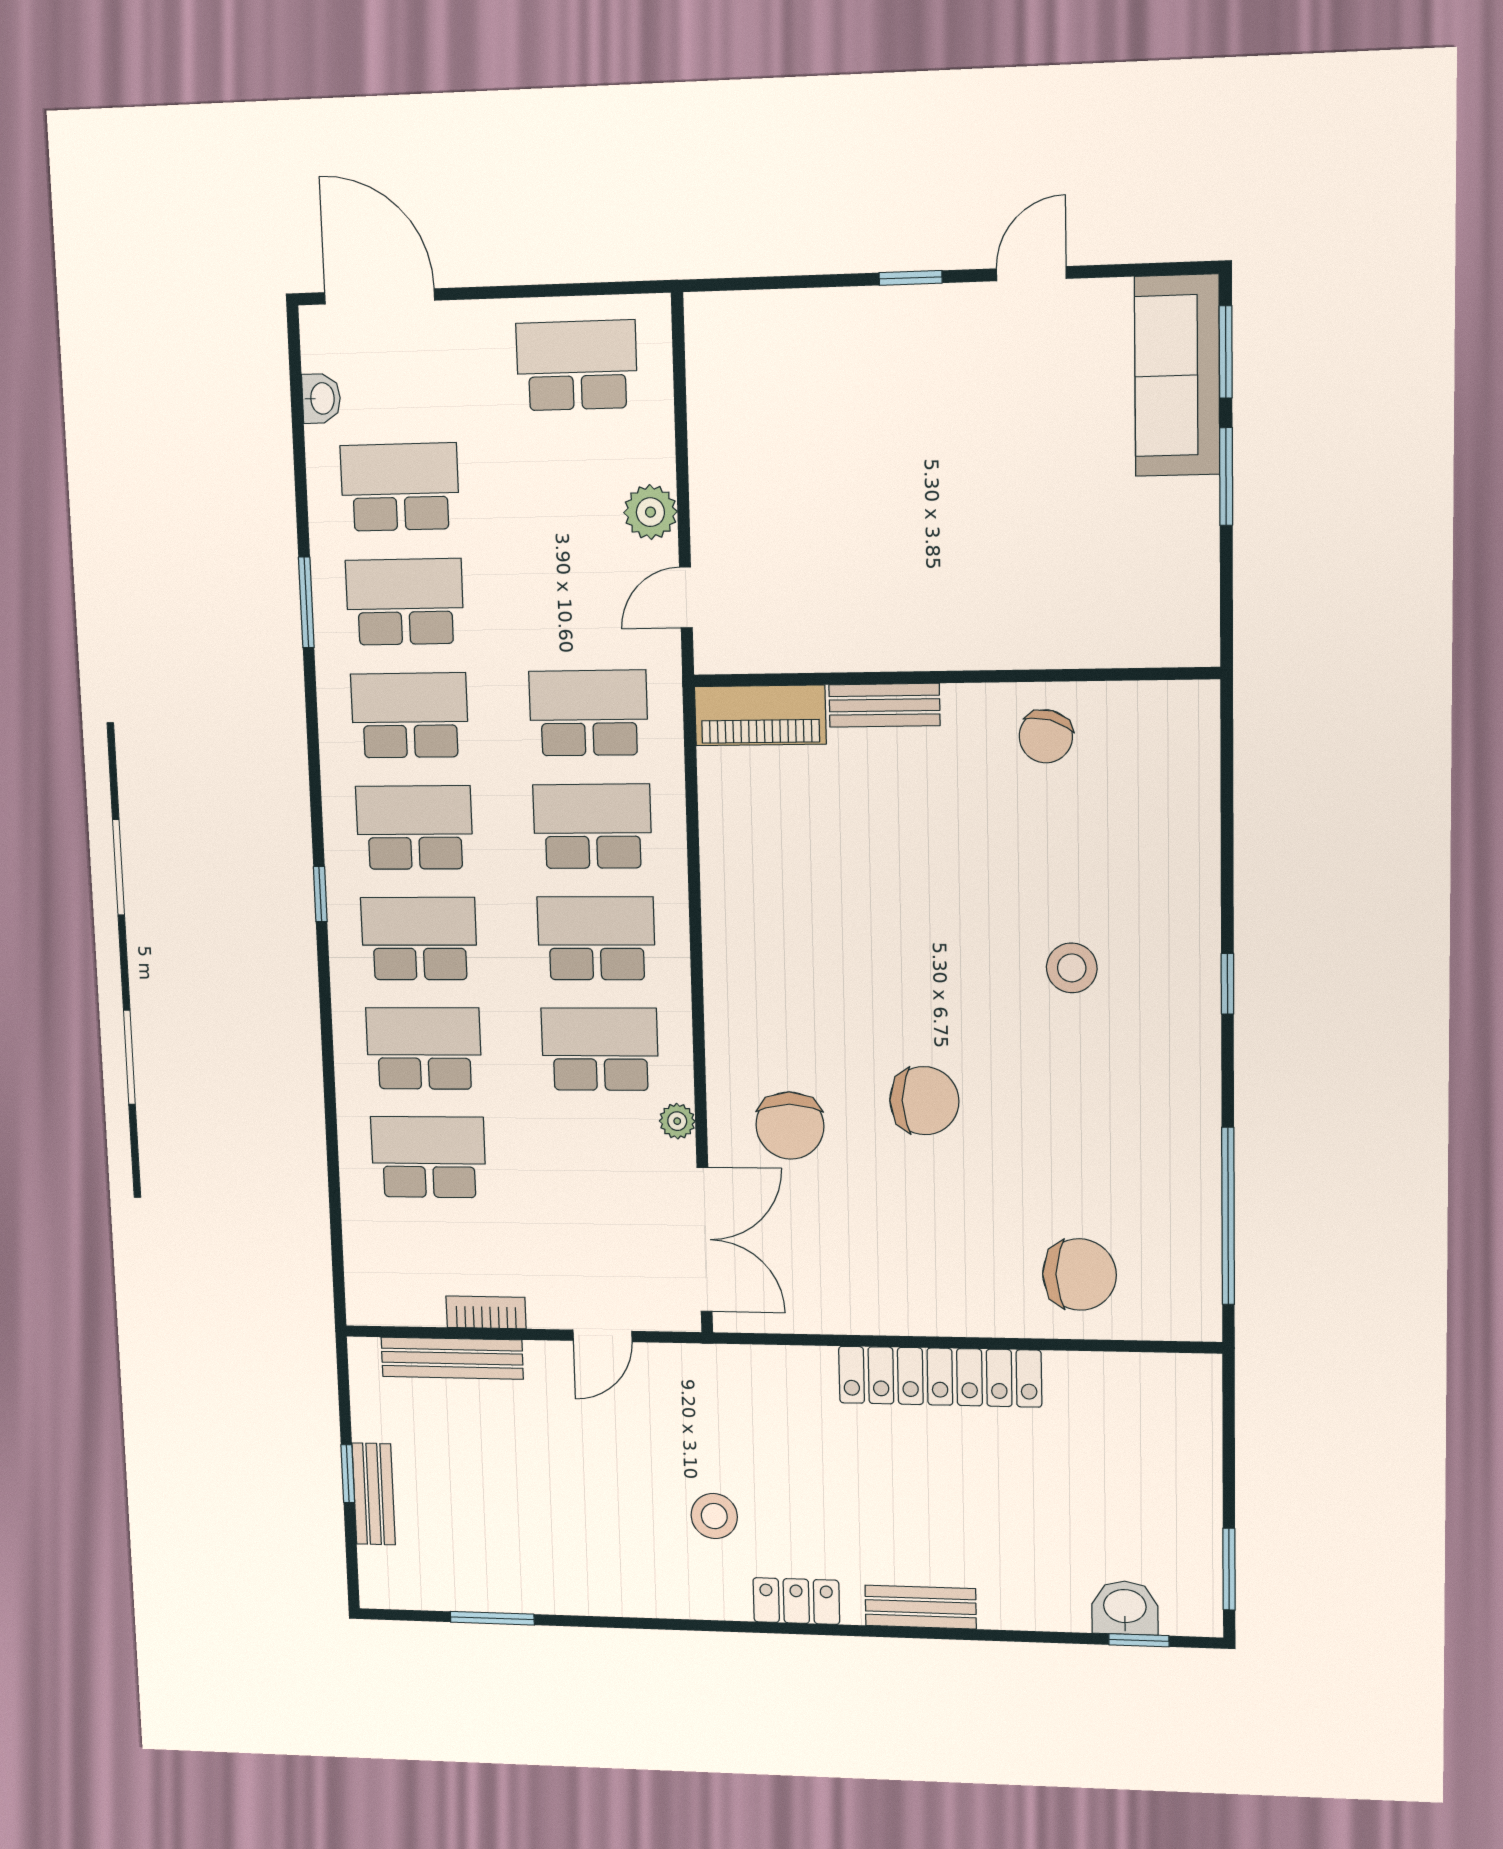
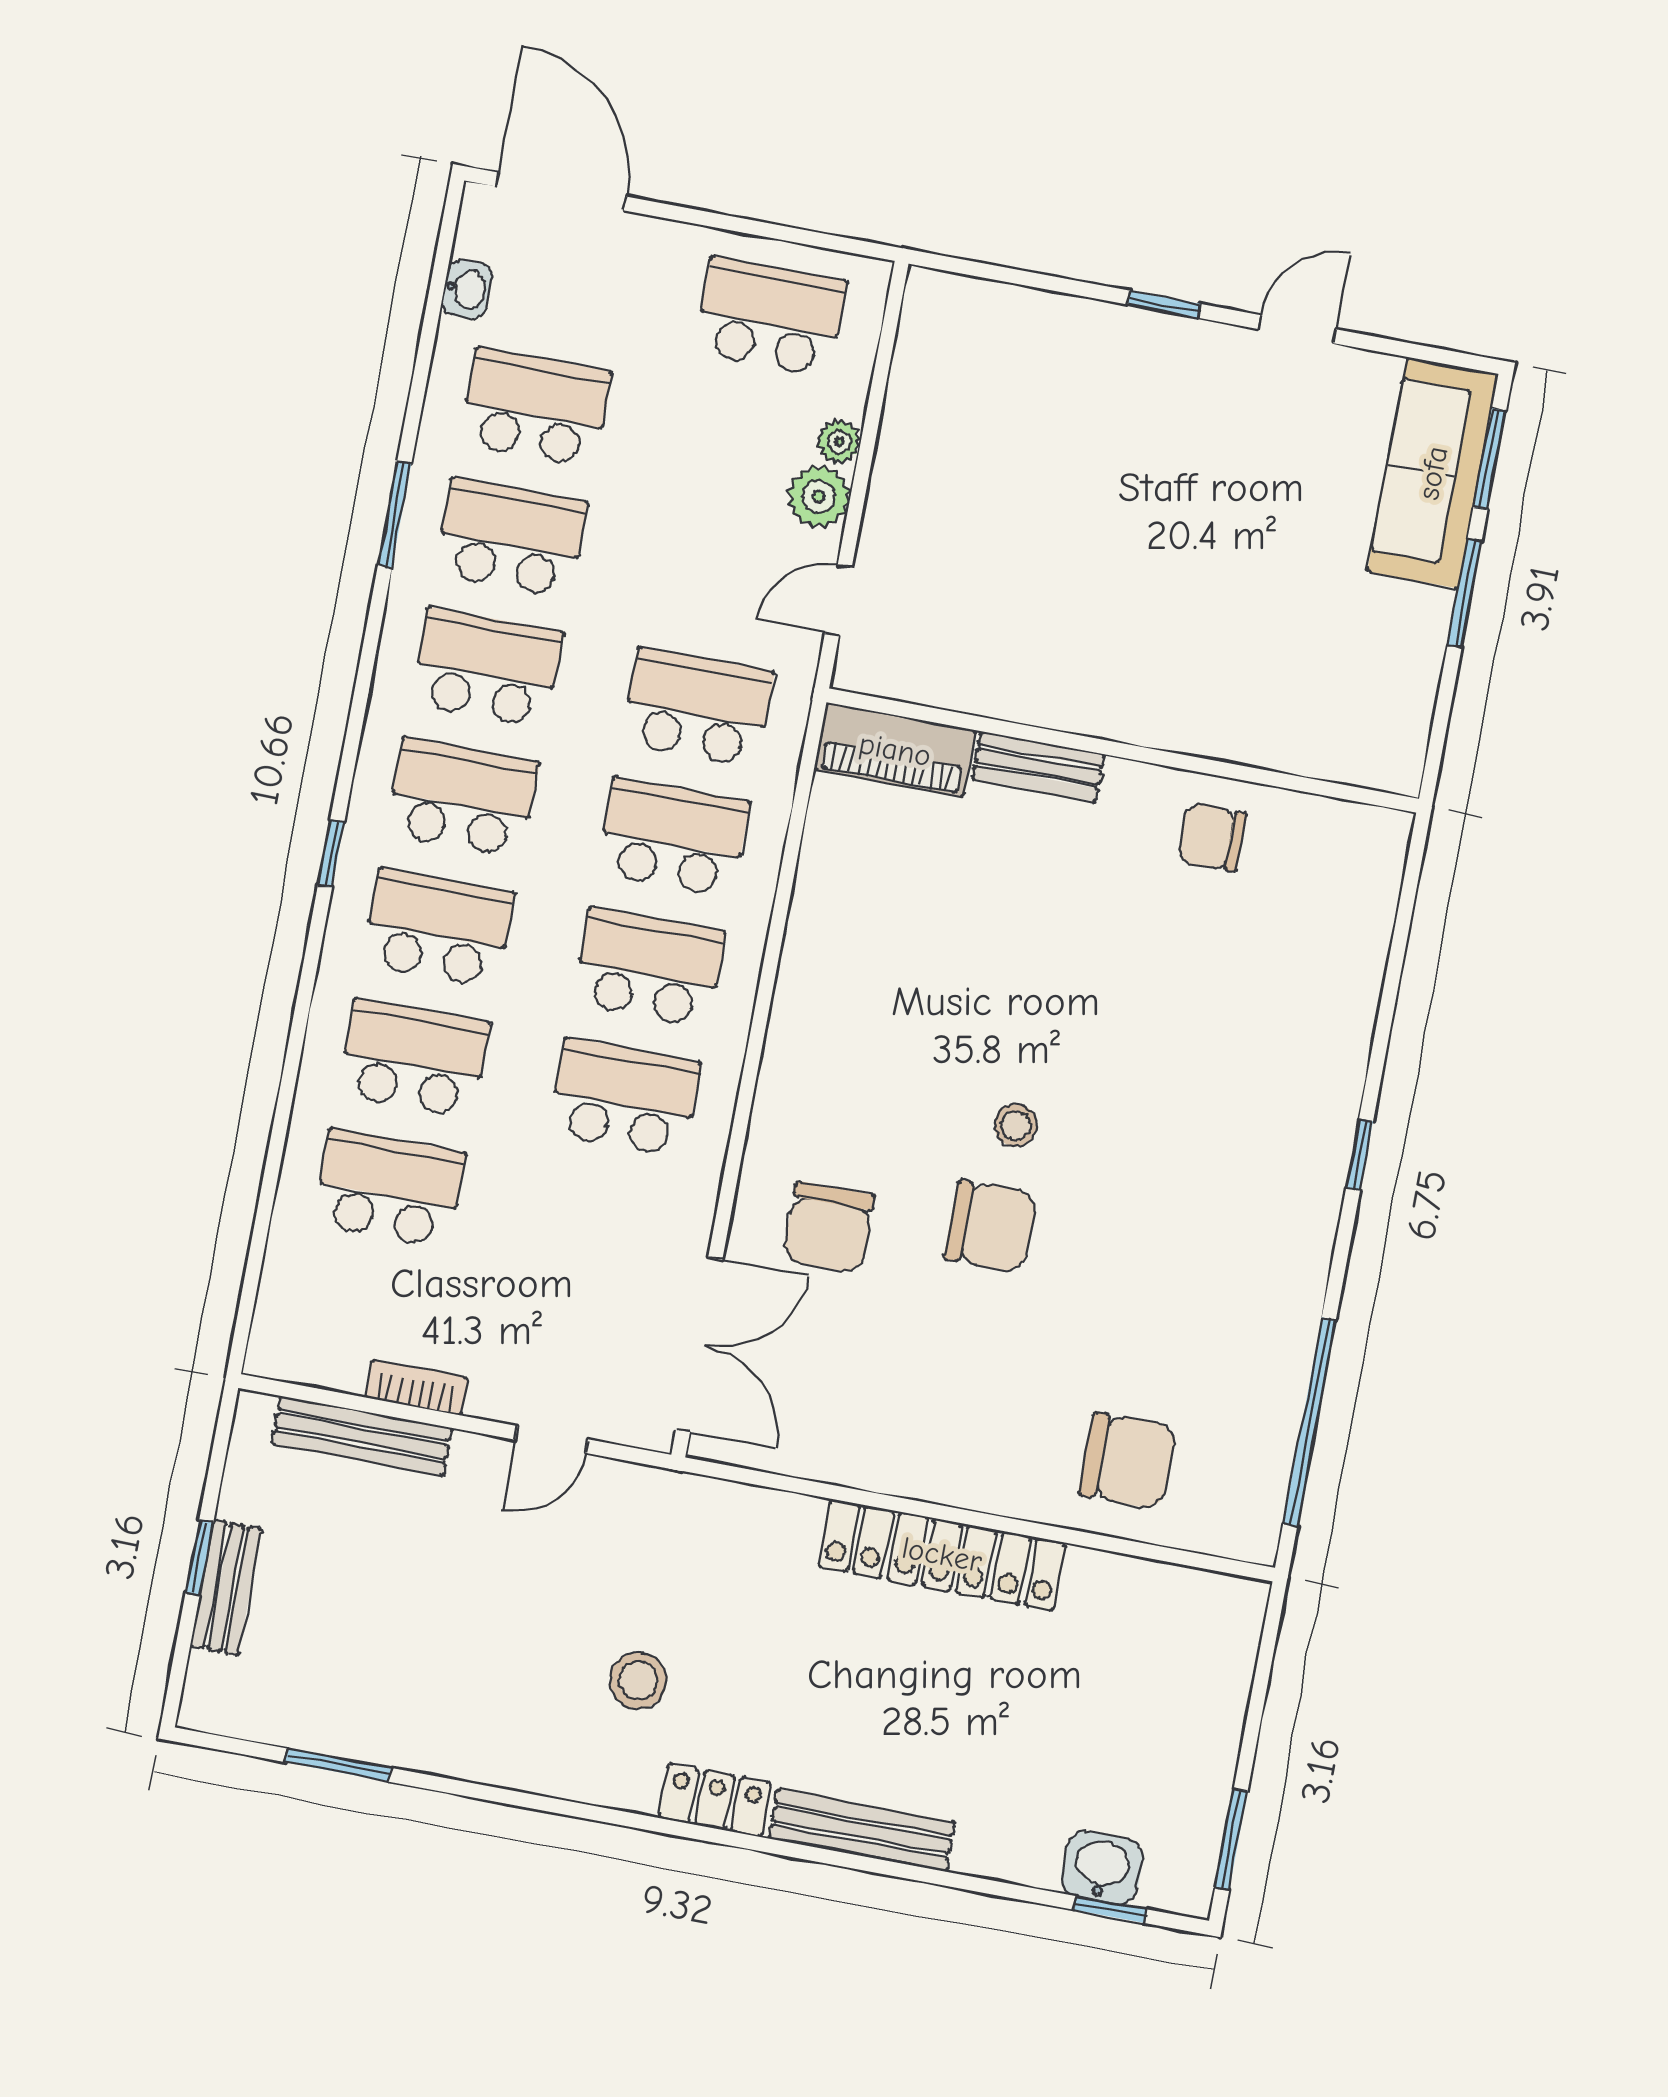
chair: (1046, 736) -> (1212, 837), turned 74
stool: (1072, 968) -> (1016, 1125), moved, width x0.73, depth x0.73
plant: (677, 1121) -> (839, 442), moved
bench: (921, 1607) -> (862, 1830), width x1.36

